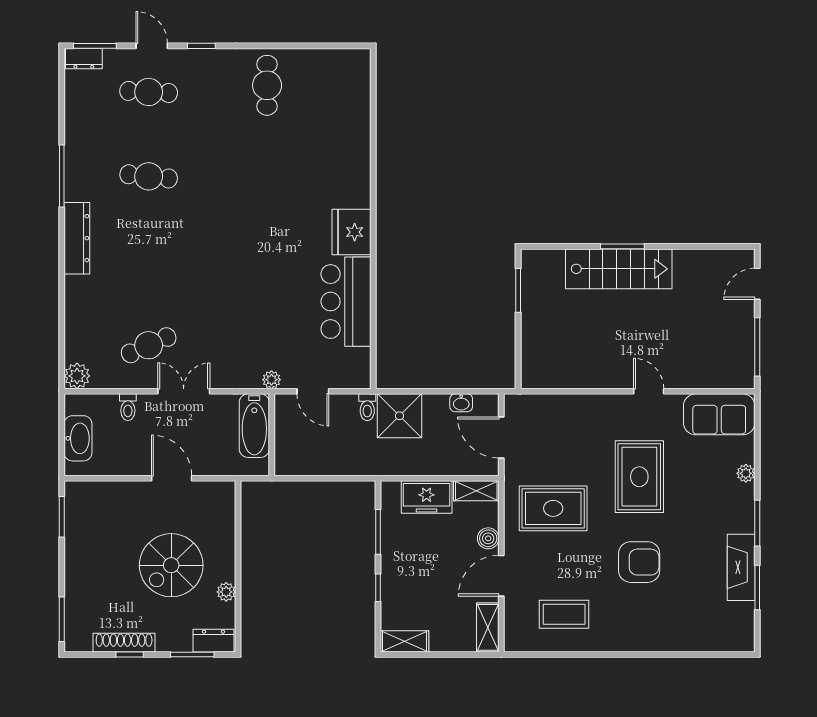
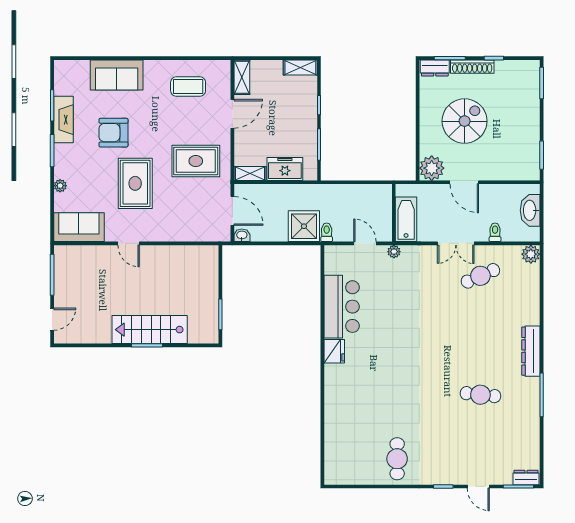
cafe table: (149, 92) -> (480, 454), removed
fridge: (352, 232) -> (334, 351), width x0.73, depth x0.75
washbasin: (461, 403) -> (242, 235), moved
boiler: (488, 538) -> (241, 140), removed
armchair: (639, 562) -> (113, 133), moved
plant: (226, 592) -> (432, 168), moved, width x1.87, depth x1.87
sofa: (666, 631) -> (117, 75), added
shoe rack: (124, 643) -> (472, 67), moved

